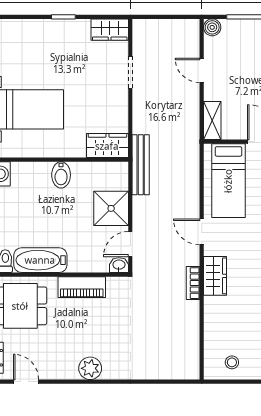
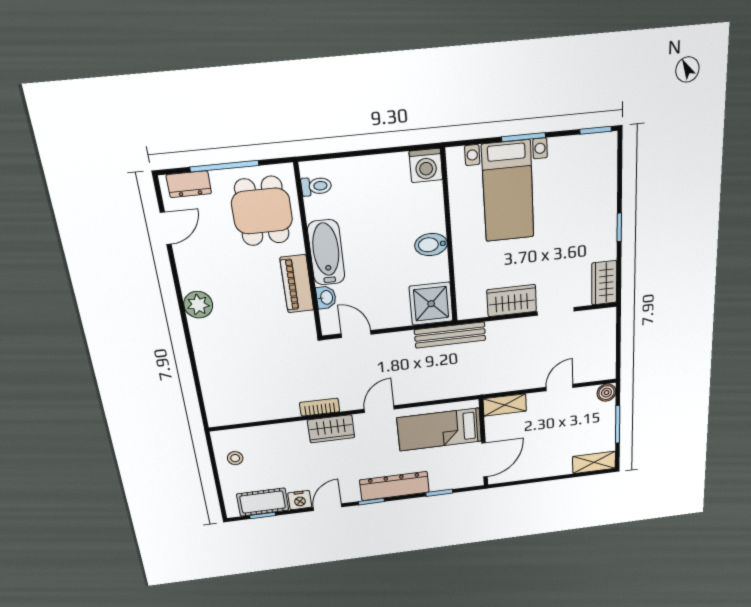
wardrobe: (107, 146) -> (512, 301), moved, turned -90
shower: (111, 208) -> (431, 304), moved
bathtub: (40, 260) -> (326, 253), moved
washbasin: (119, 265) -> (326, 297), moved

